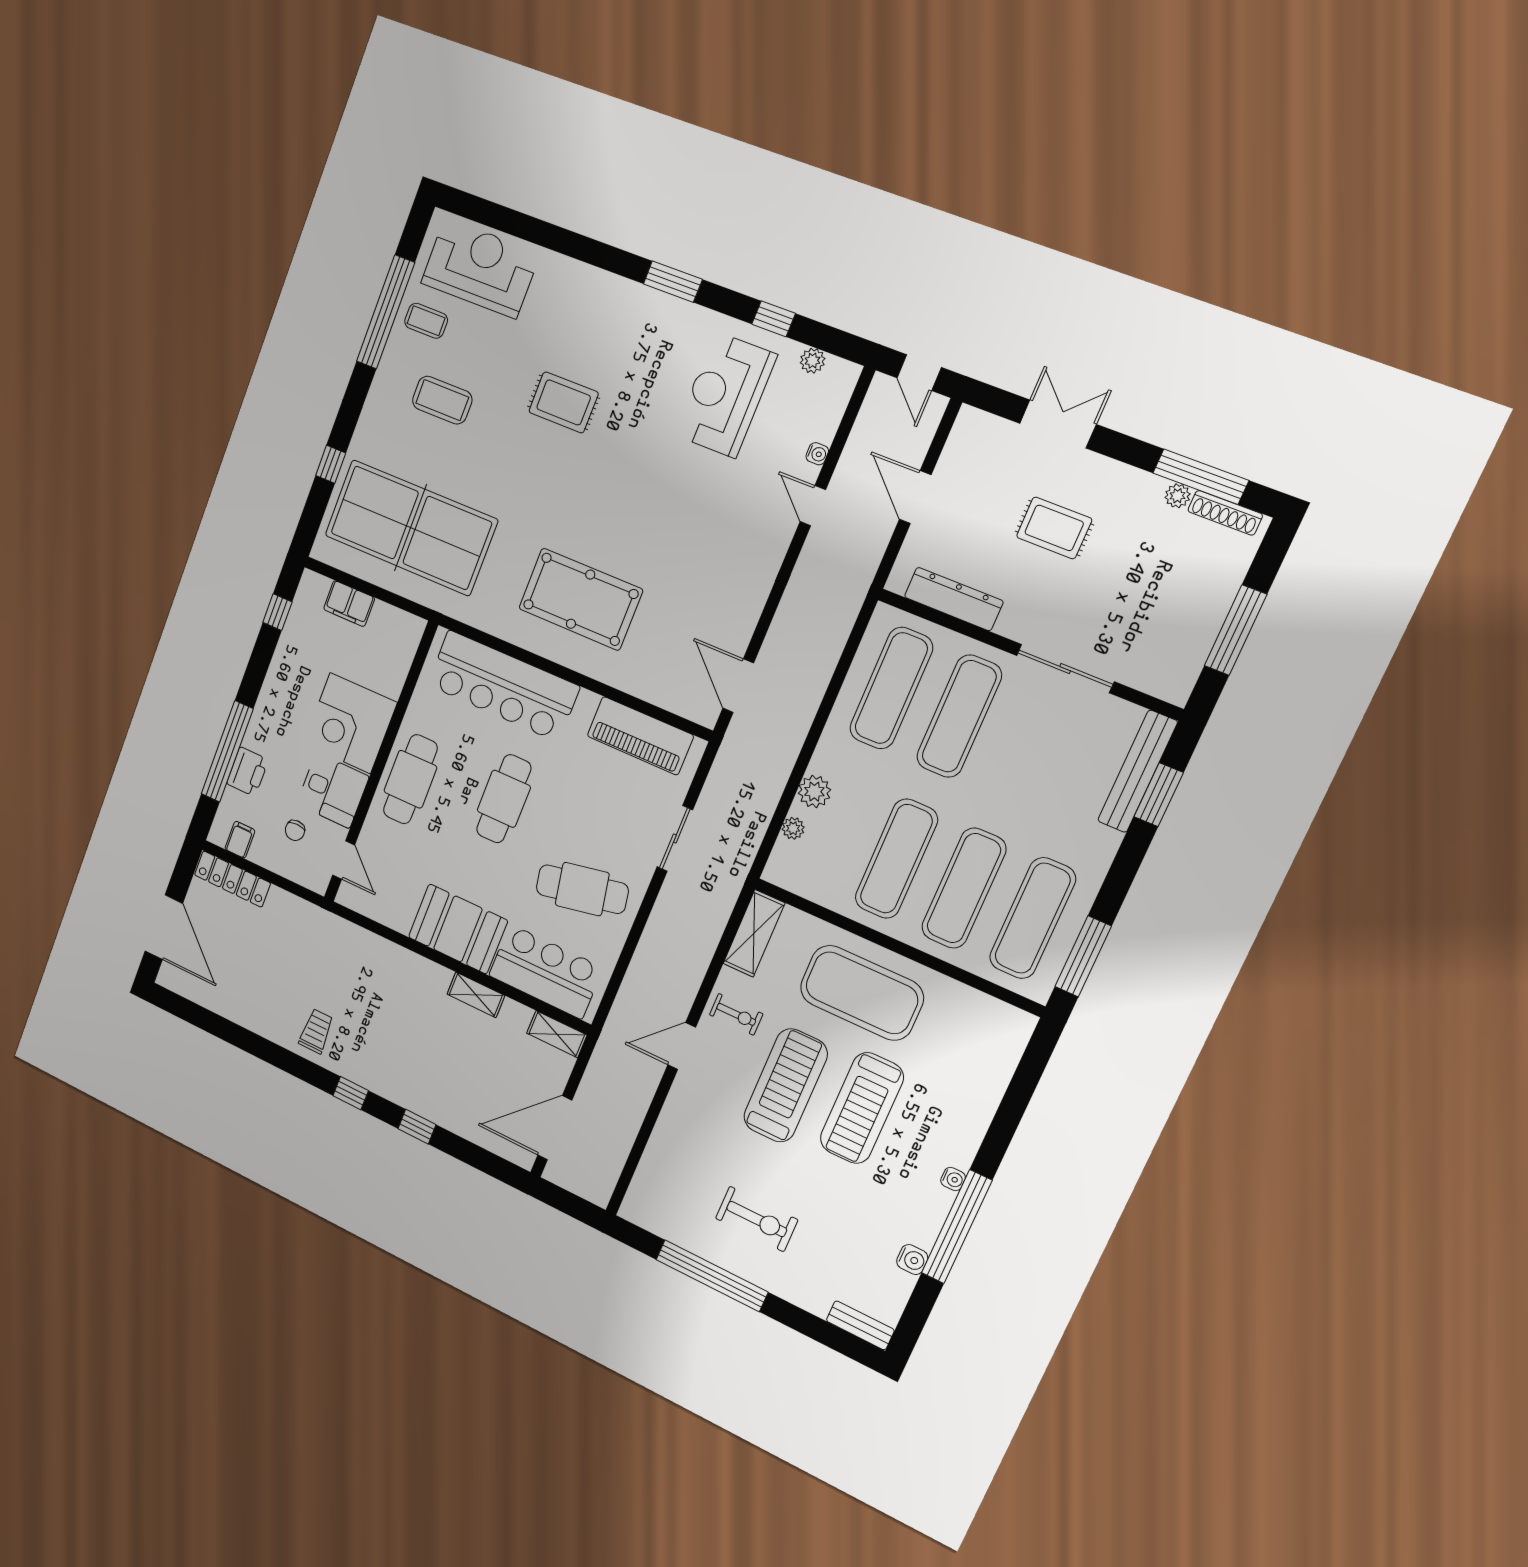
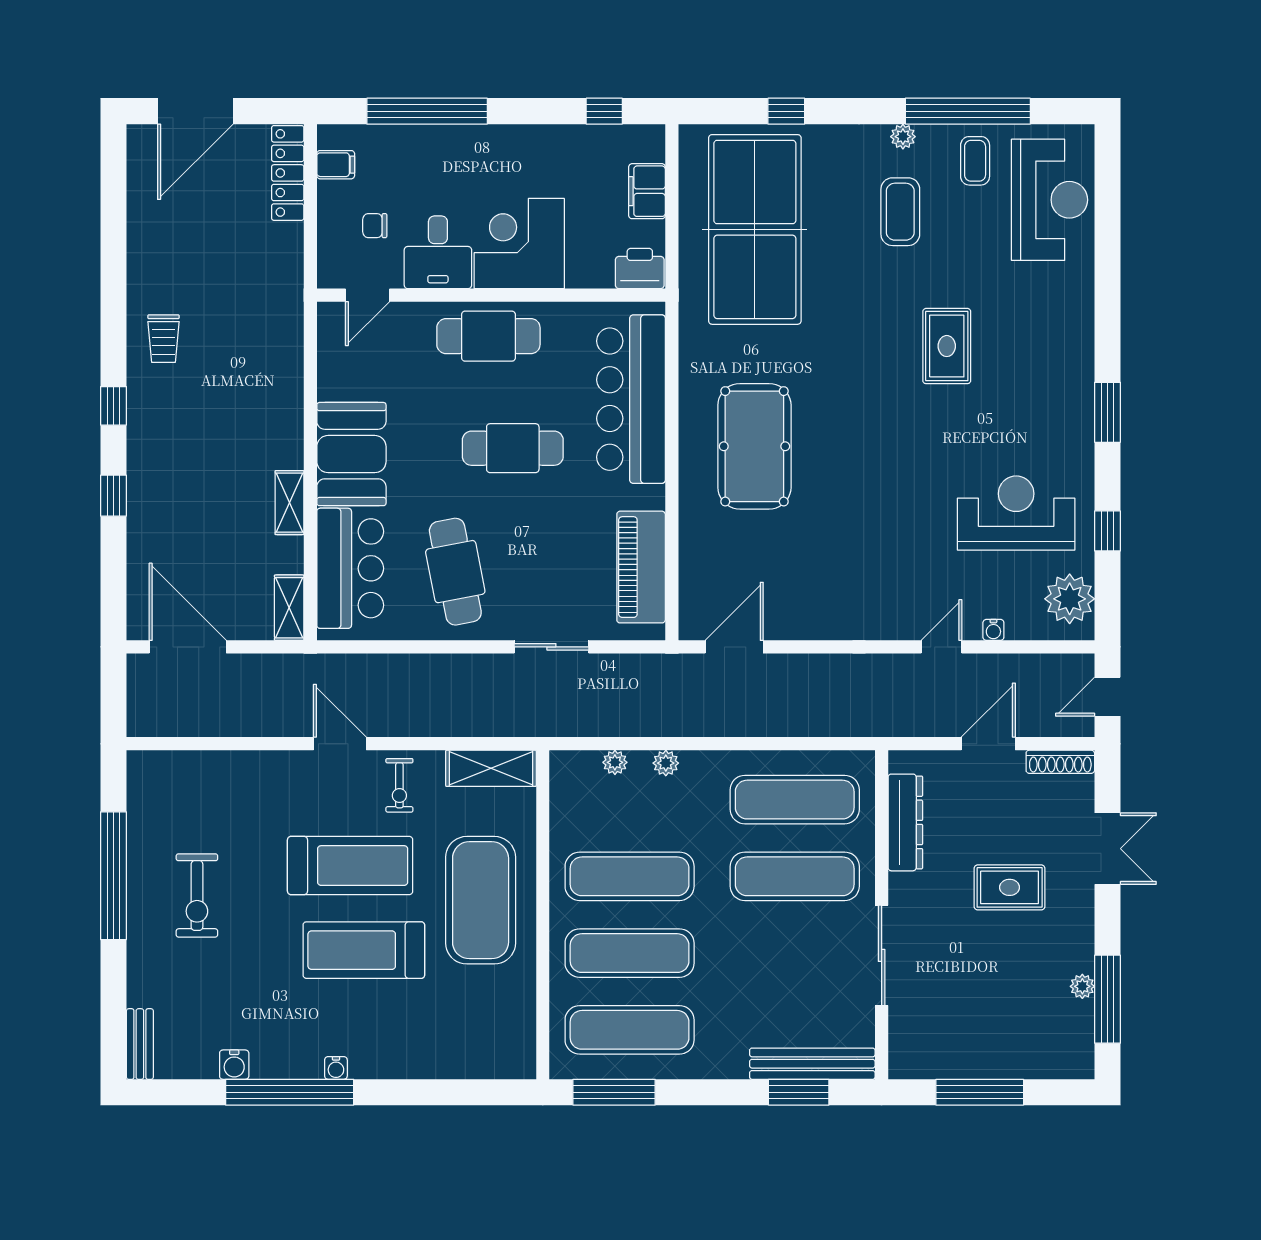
plant: (813, 361) -> (1070, 599), width x1.88, depth x1.88
plant: (385, 375) -> (903, 137), added
shoe rack: (1225, 513) -> (1060, 762), moved, turned -90
rug: (1054, 528) -> (1010, 887), turned 90
printer: (247, 772) -> (640, 269), moved, turned 180
plant: (814, 792) -> (666, 763), width x0.73, depth x0.73
trolley: (316, 1031) -> (163, 339), turned 90

